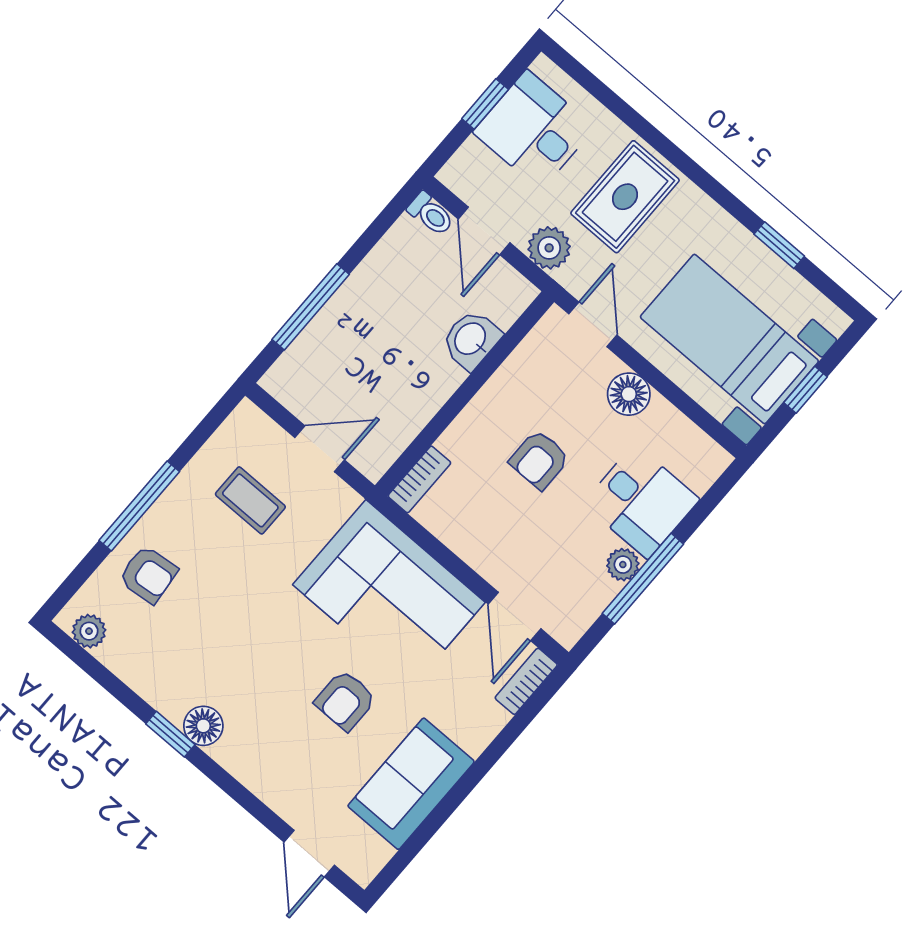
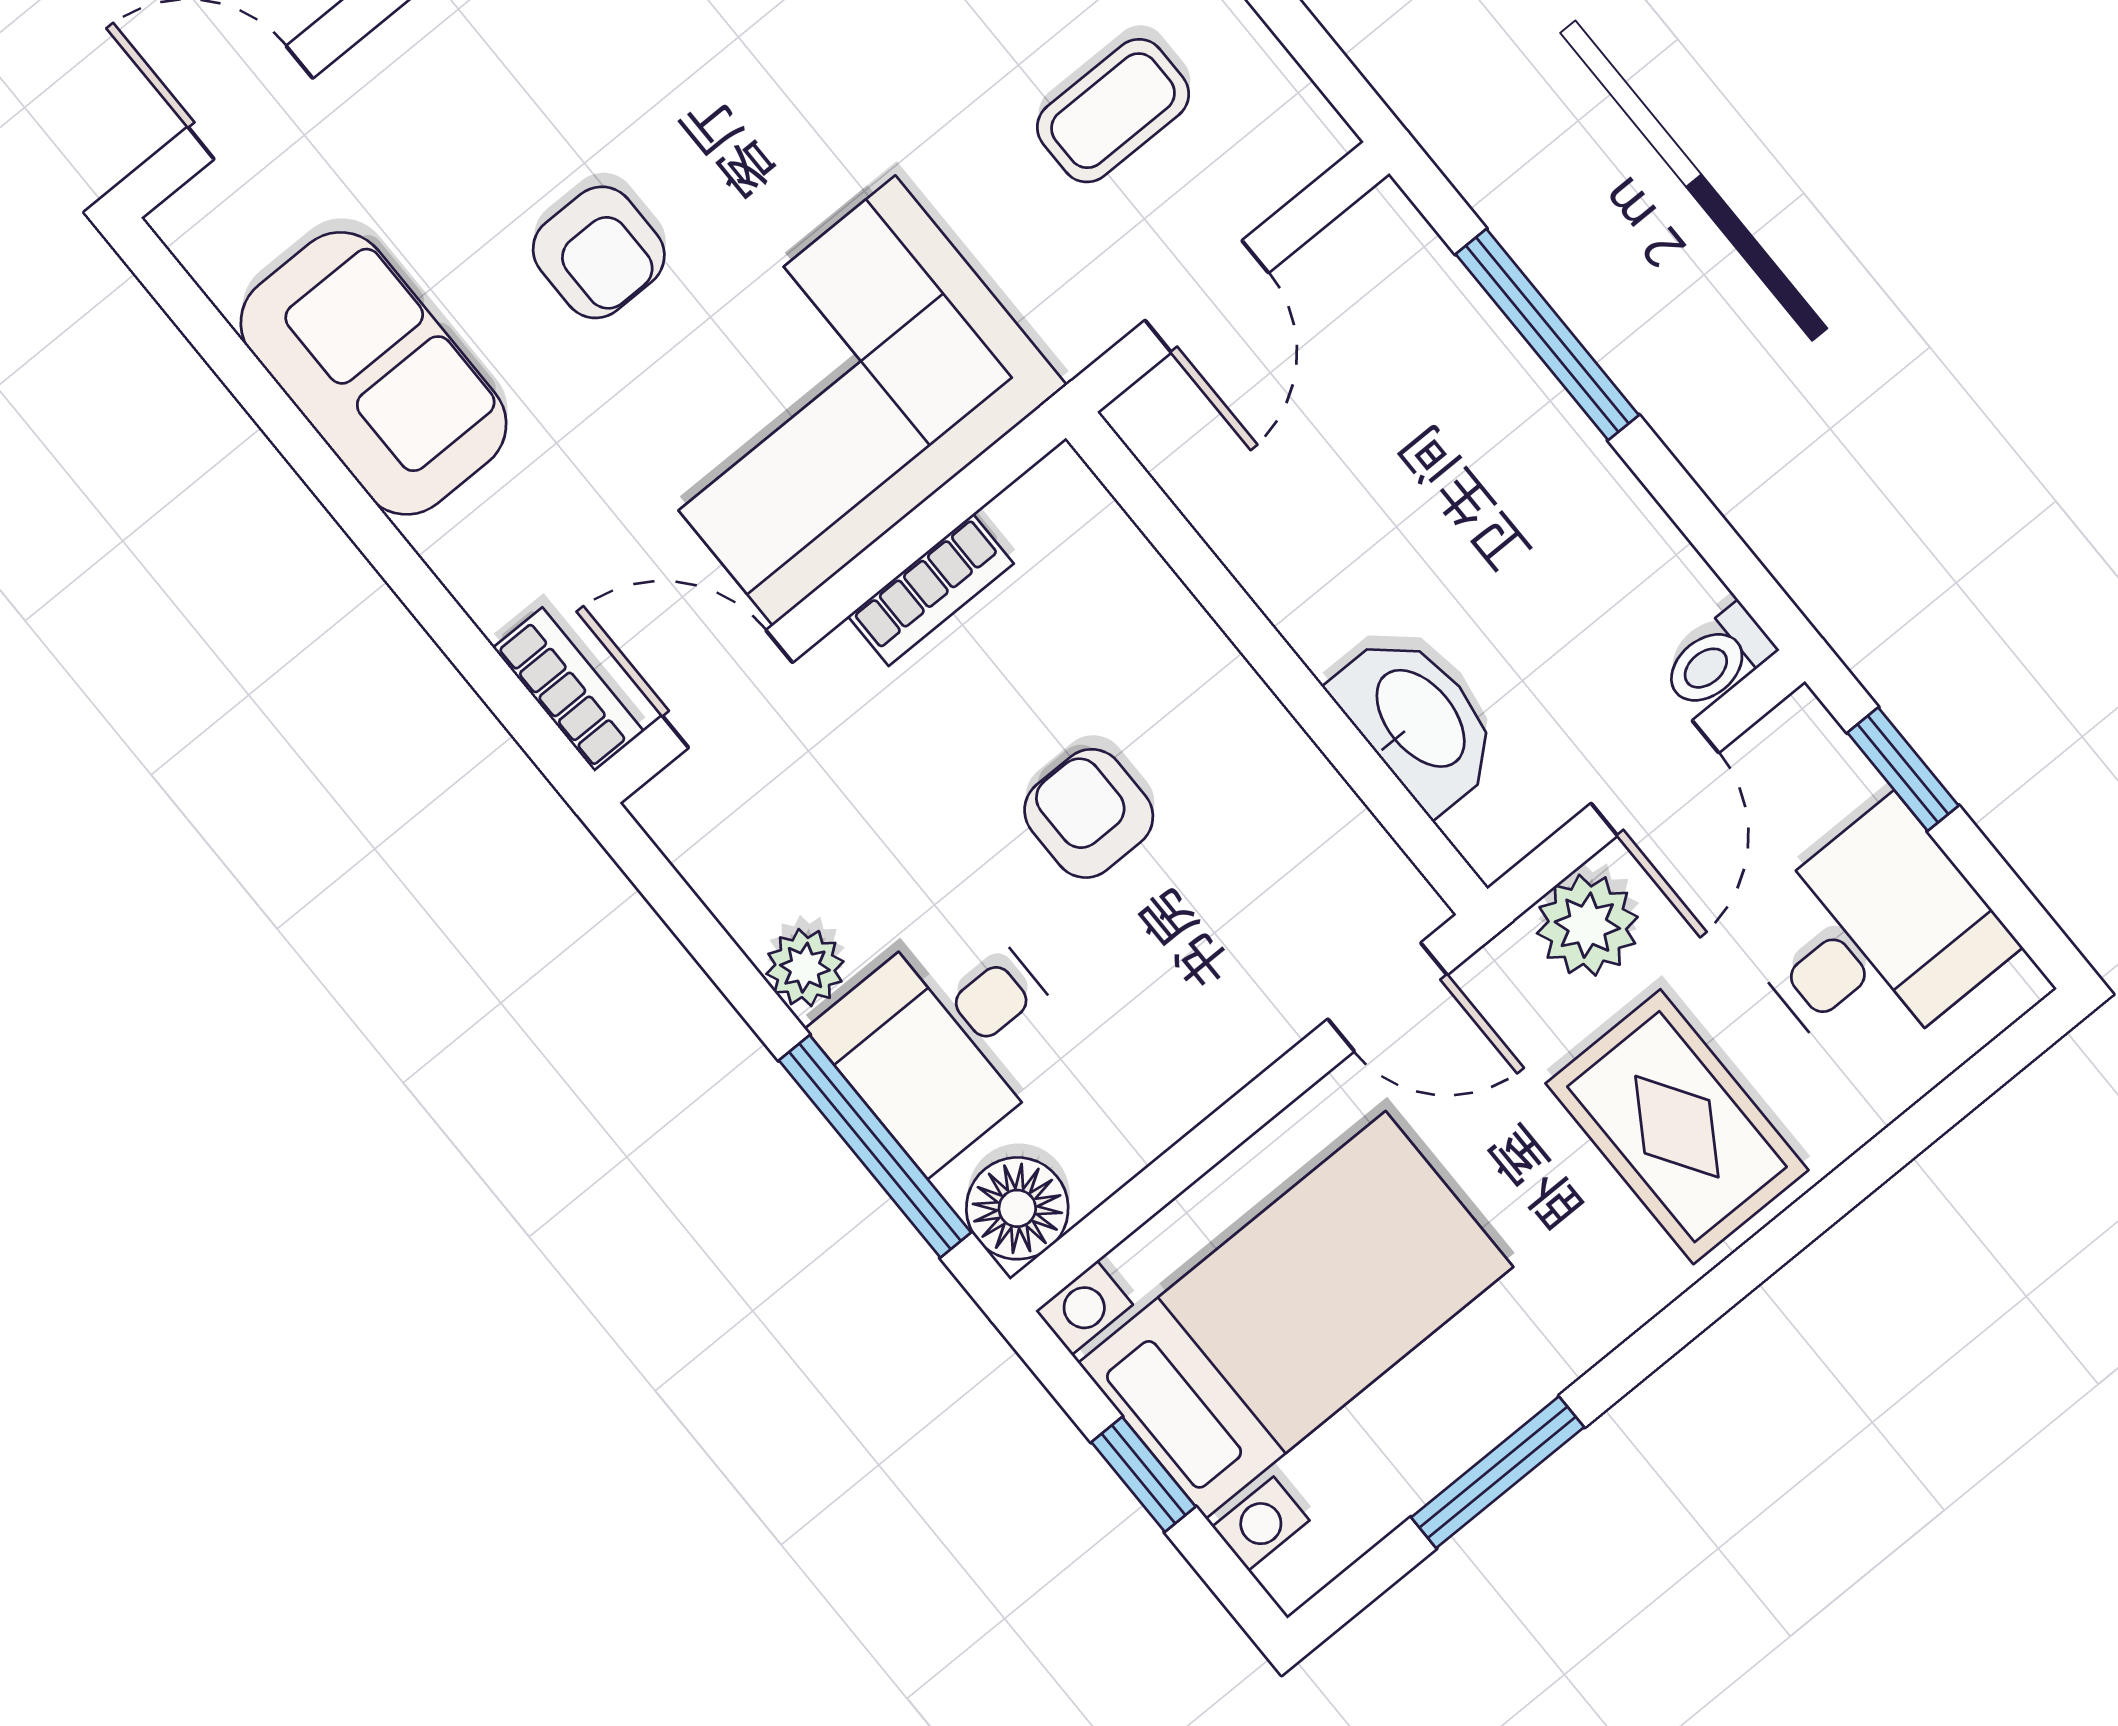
window: (485, 104) -> (1903, 769), moved
door: (484, 231) -> (1655, 778), swing flipped
window: (779, 245) -> (1498, 1472), width x1.50
washbasin: (471, 339) -> (1418, 720), width x1.38
floor lamp: (629, 394) -> (1017, 1208), moved
bookcase: (419, 479) -> (931, 590), moved, turned -90
window: (643, 579) -> (875, 1146), moved
armchair: (345, 700) -> (599, 252), turned 180

